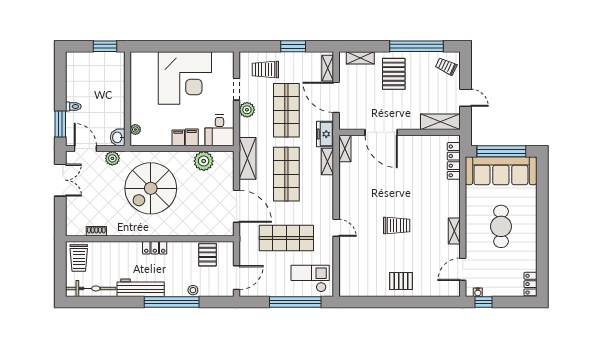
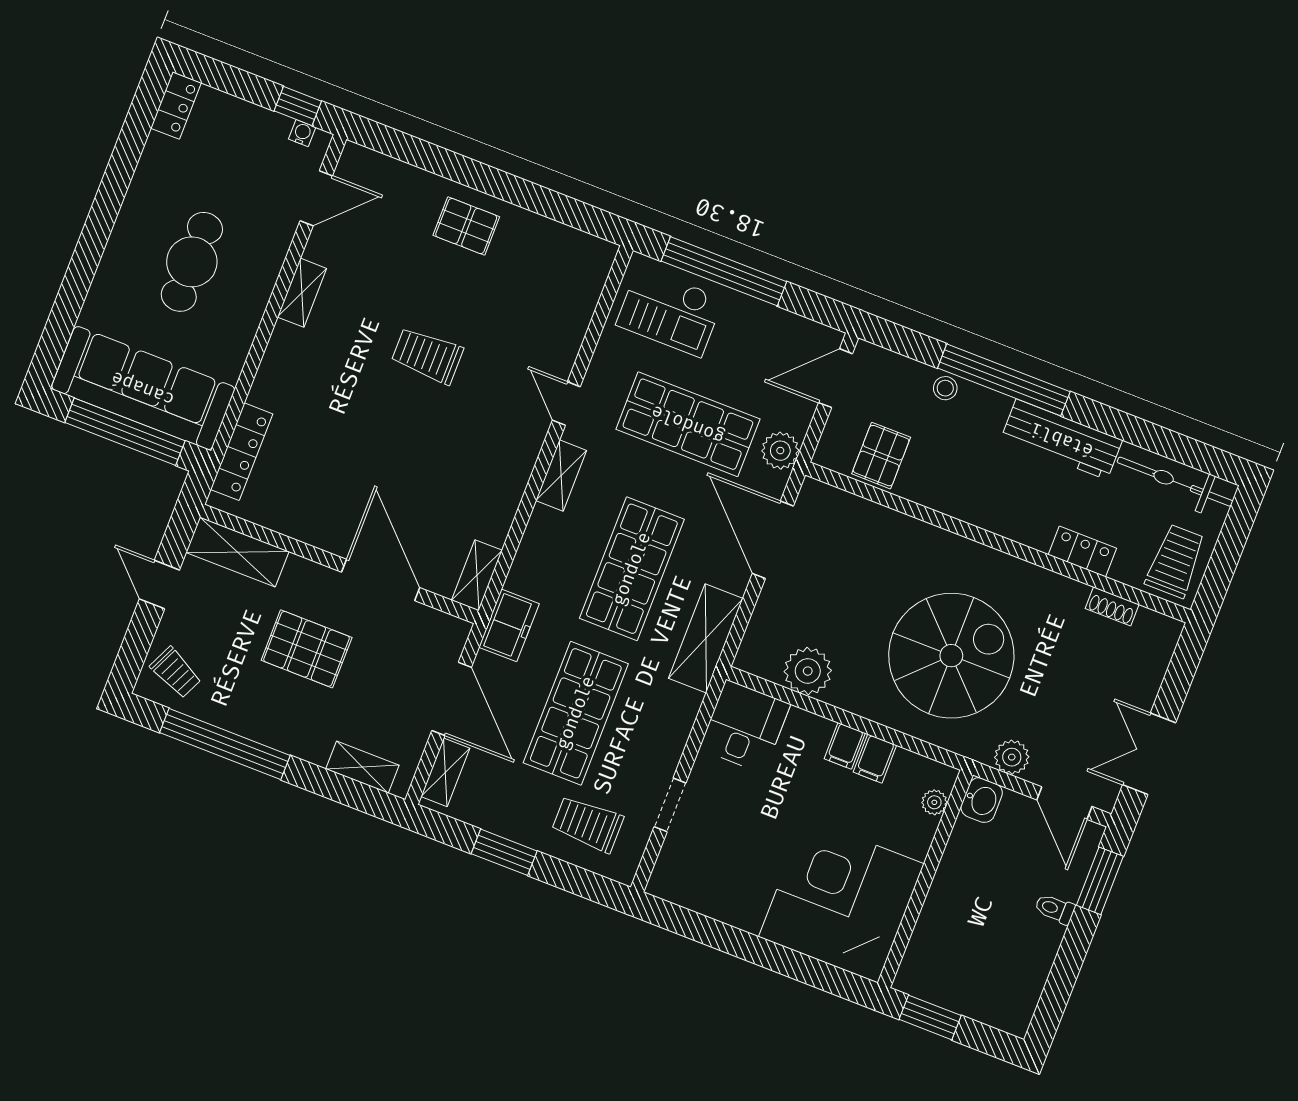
trolley: (265, 69) -> (588, 824), turned 180
pallet: (394, 74) -> (307, 649), moved, turned 90
corner desk: (185, 78) -> (841, 900), moved
plant: (247, 110) -> (780, 451), moved
filing cabinet: (192, 137) -> (875, 759), moved
shelving: (327, 161) -> (561, 475), moved
locker: (155, 248) -> (1082, 551), moved

